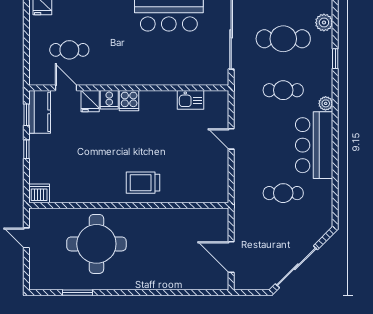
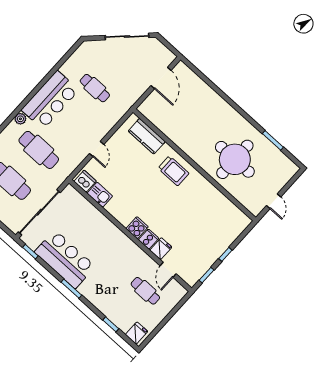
cafe table: (283, 90) -> (39, 150), width x1.37, depth x1.35
kitchen counter: (40, 112) -> (147, 136), moved, turned -90
dishwasher: (39, 193) -> (85, 181), moved, turned 180

